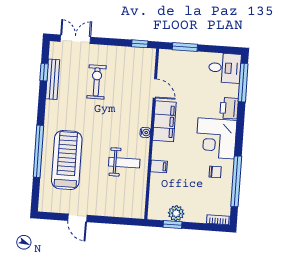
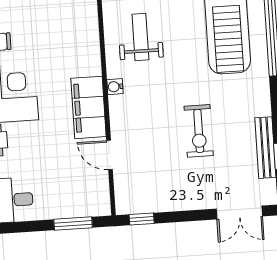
exercise bike: (97, 82) -> (199, 131), moved
weight bench: (124, 163) -> (140, 37), turned 90
filing cabinet: (159, 166) -> (88, 38), removed

